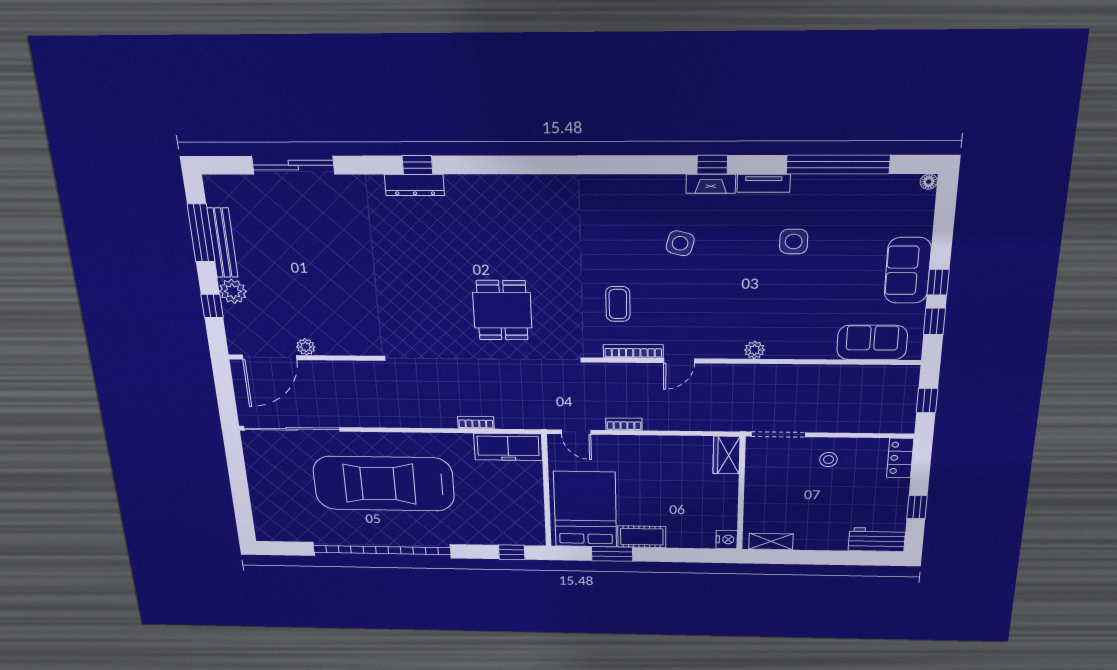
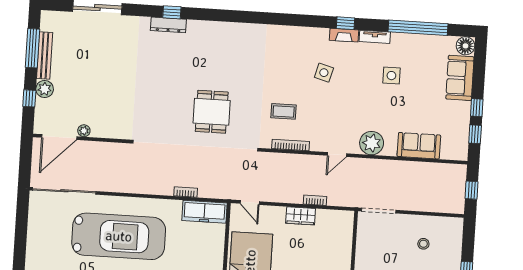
floor lamp: (929, 182) -> (465, 46), width x1.89, depth x1.89
sofa: (908, 270) -> (460, 78), moved
coffee table: (618, 304) -> (284, 111), turned 90
sofa: (872, 342) -> (419, 146), moved
plant: (754, 350) -> (372, 143), width x1.88, depth x1.88
door: (679, 361) -> (337, 155), moved
bookcase: (624, 424) -> (315, 200), moved
wardrobe: (726, 455) -> (301, 216), moved, turned -90
locker: (900, 458) -> (455, 232), removed
stool: (829, 460) -> (423, 244), moved
car: (384, 484) -> (119, 236), turned 180

